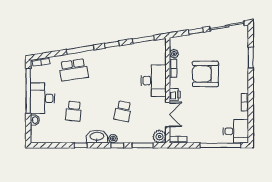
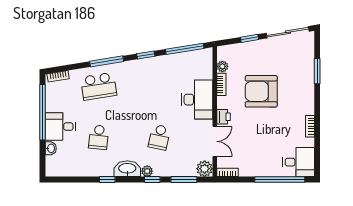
window: (143, 39) -> (185, 49), width x1.44
desk: (43, 98) -> (60, 127), width x0.73

